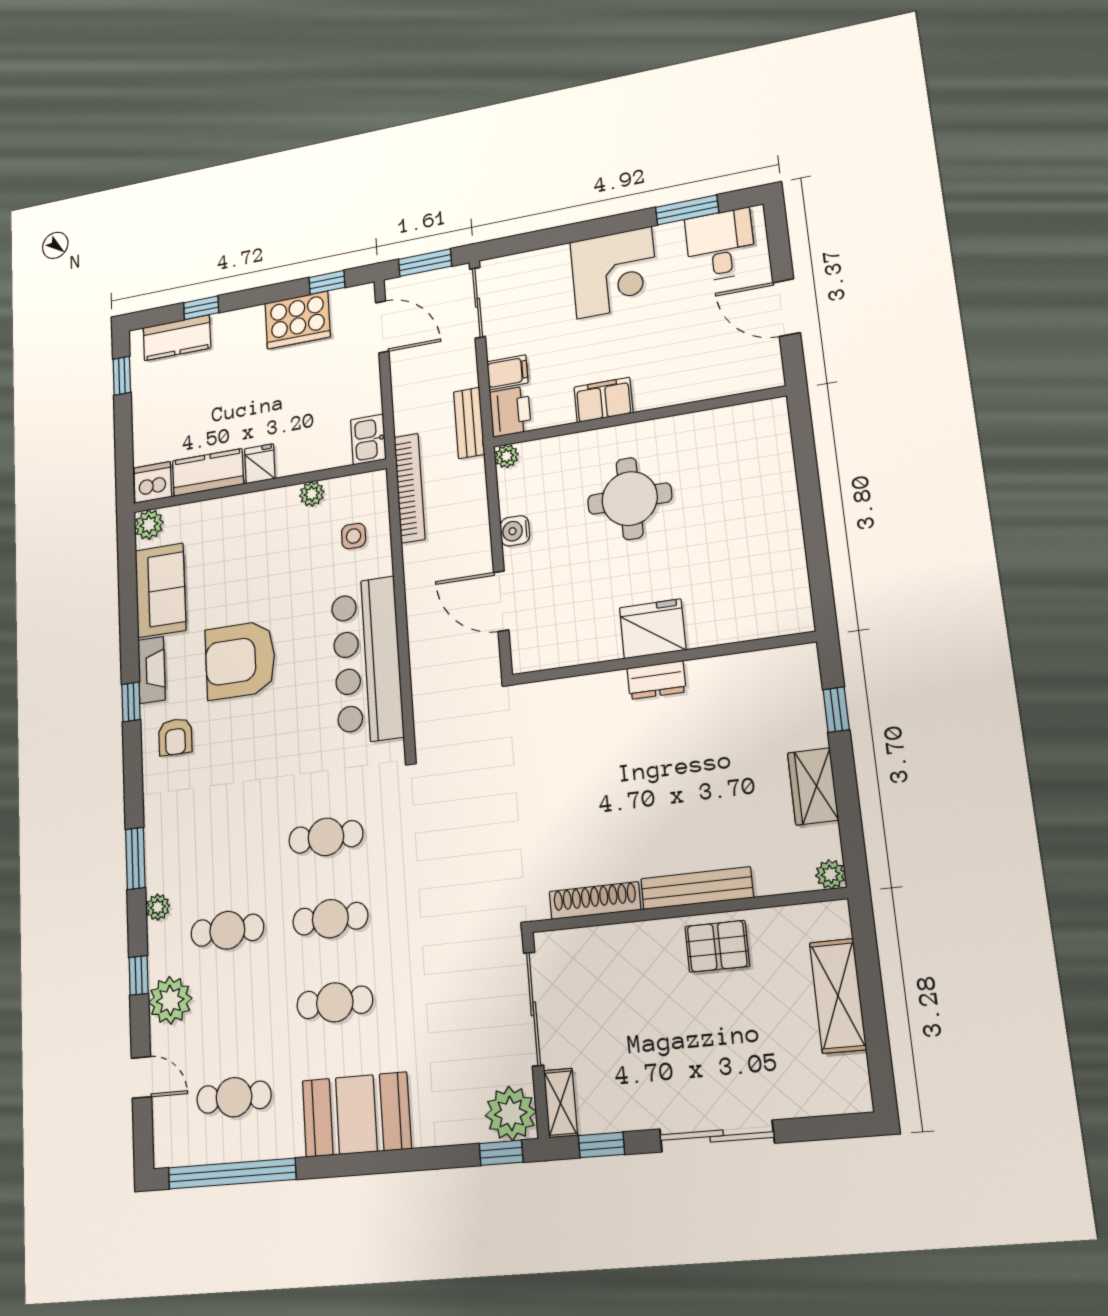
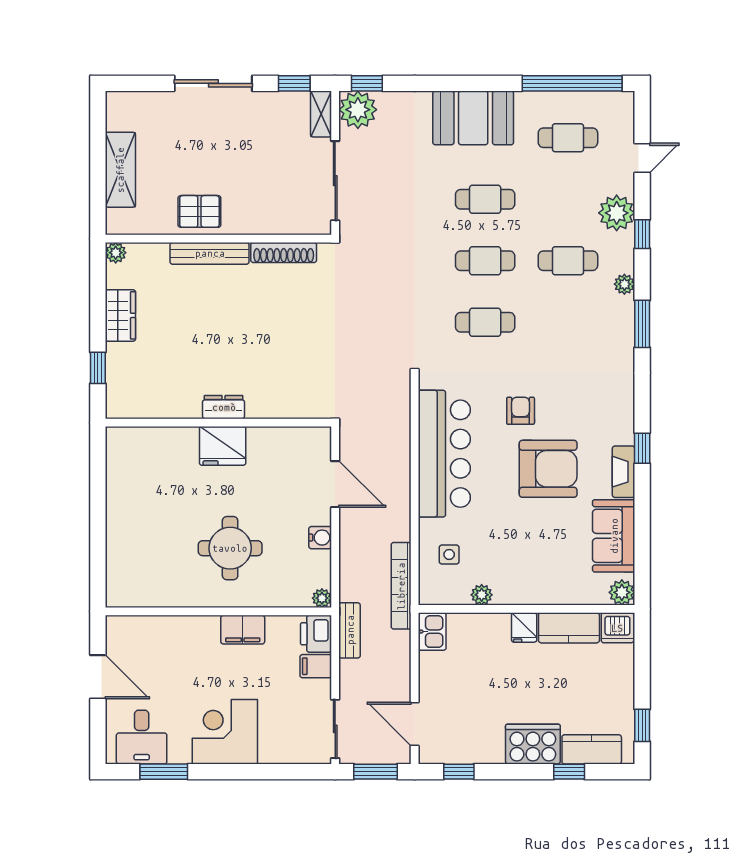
cooker: (298, 320) -> (533, 744), moved
armchair: (175, 737) -> (521, 411), moved
door: (141, 1077) -> (642, 158), swing flipped

